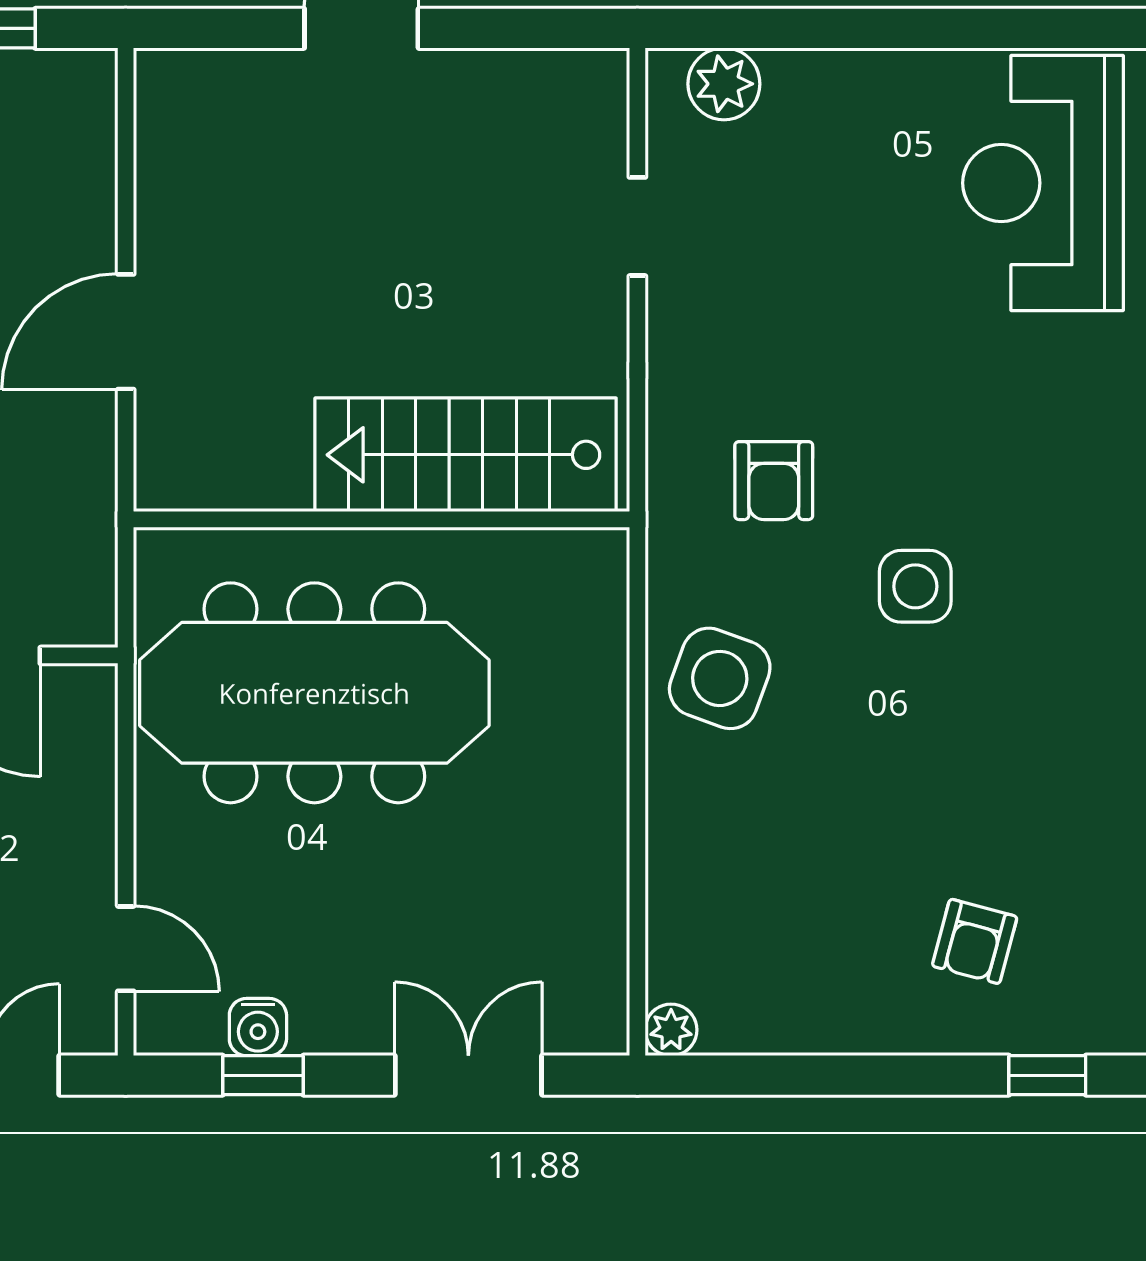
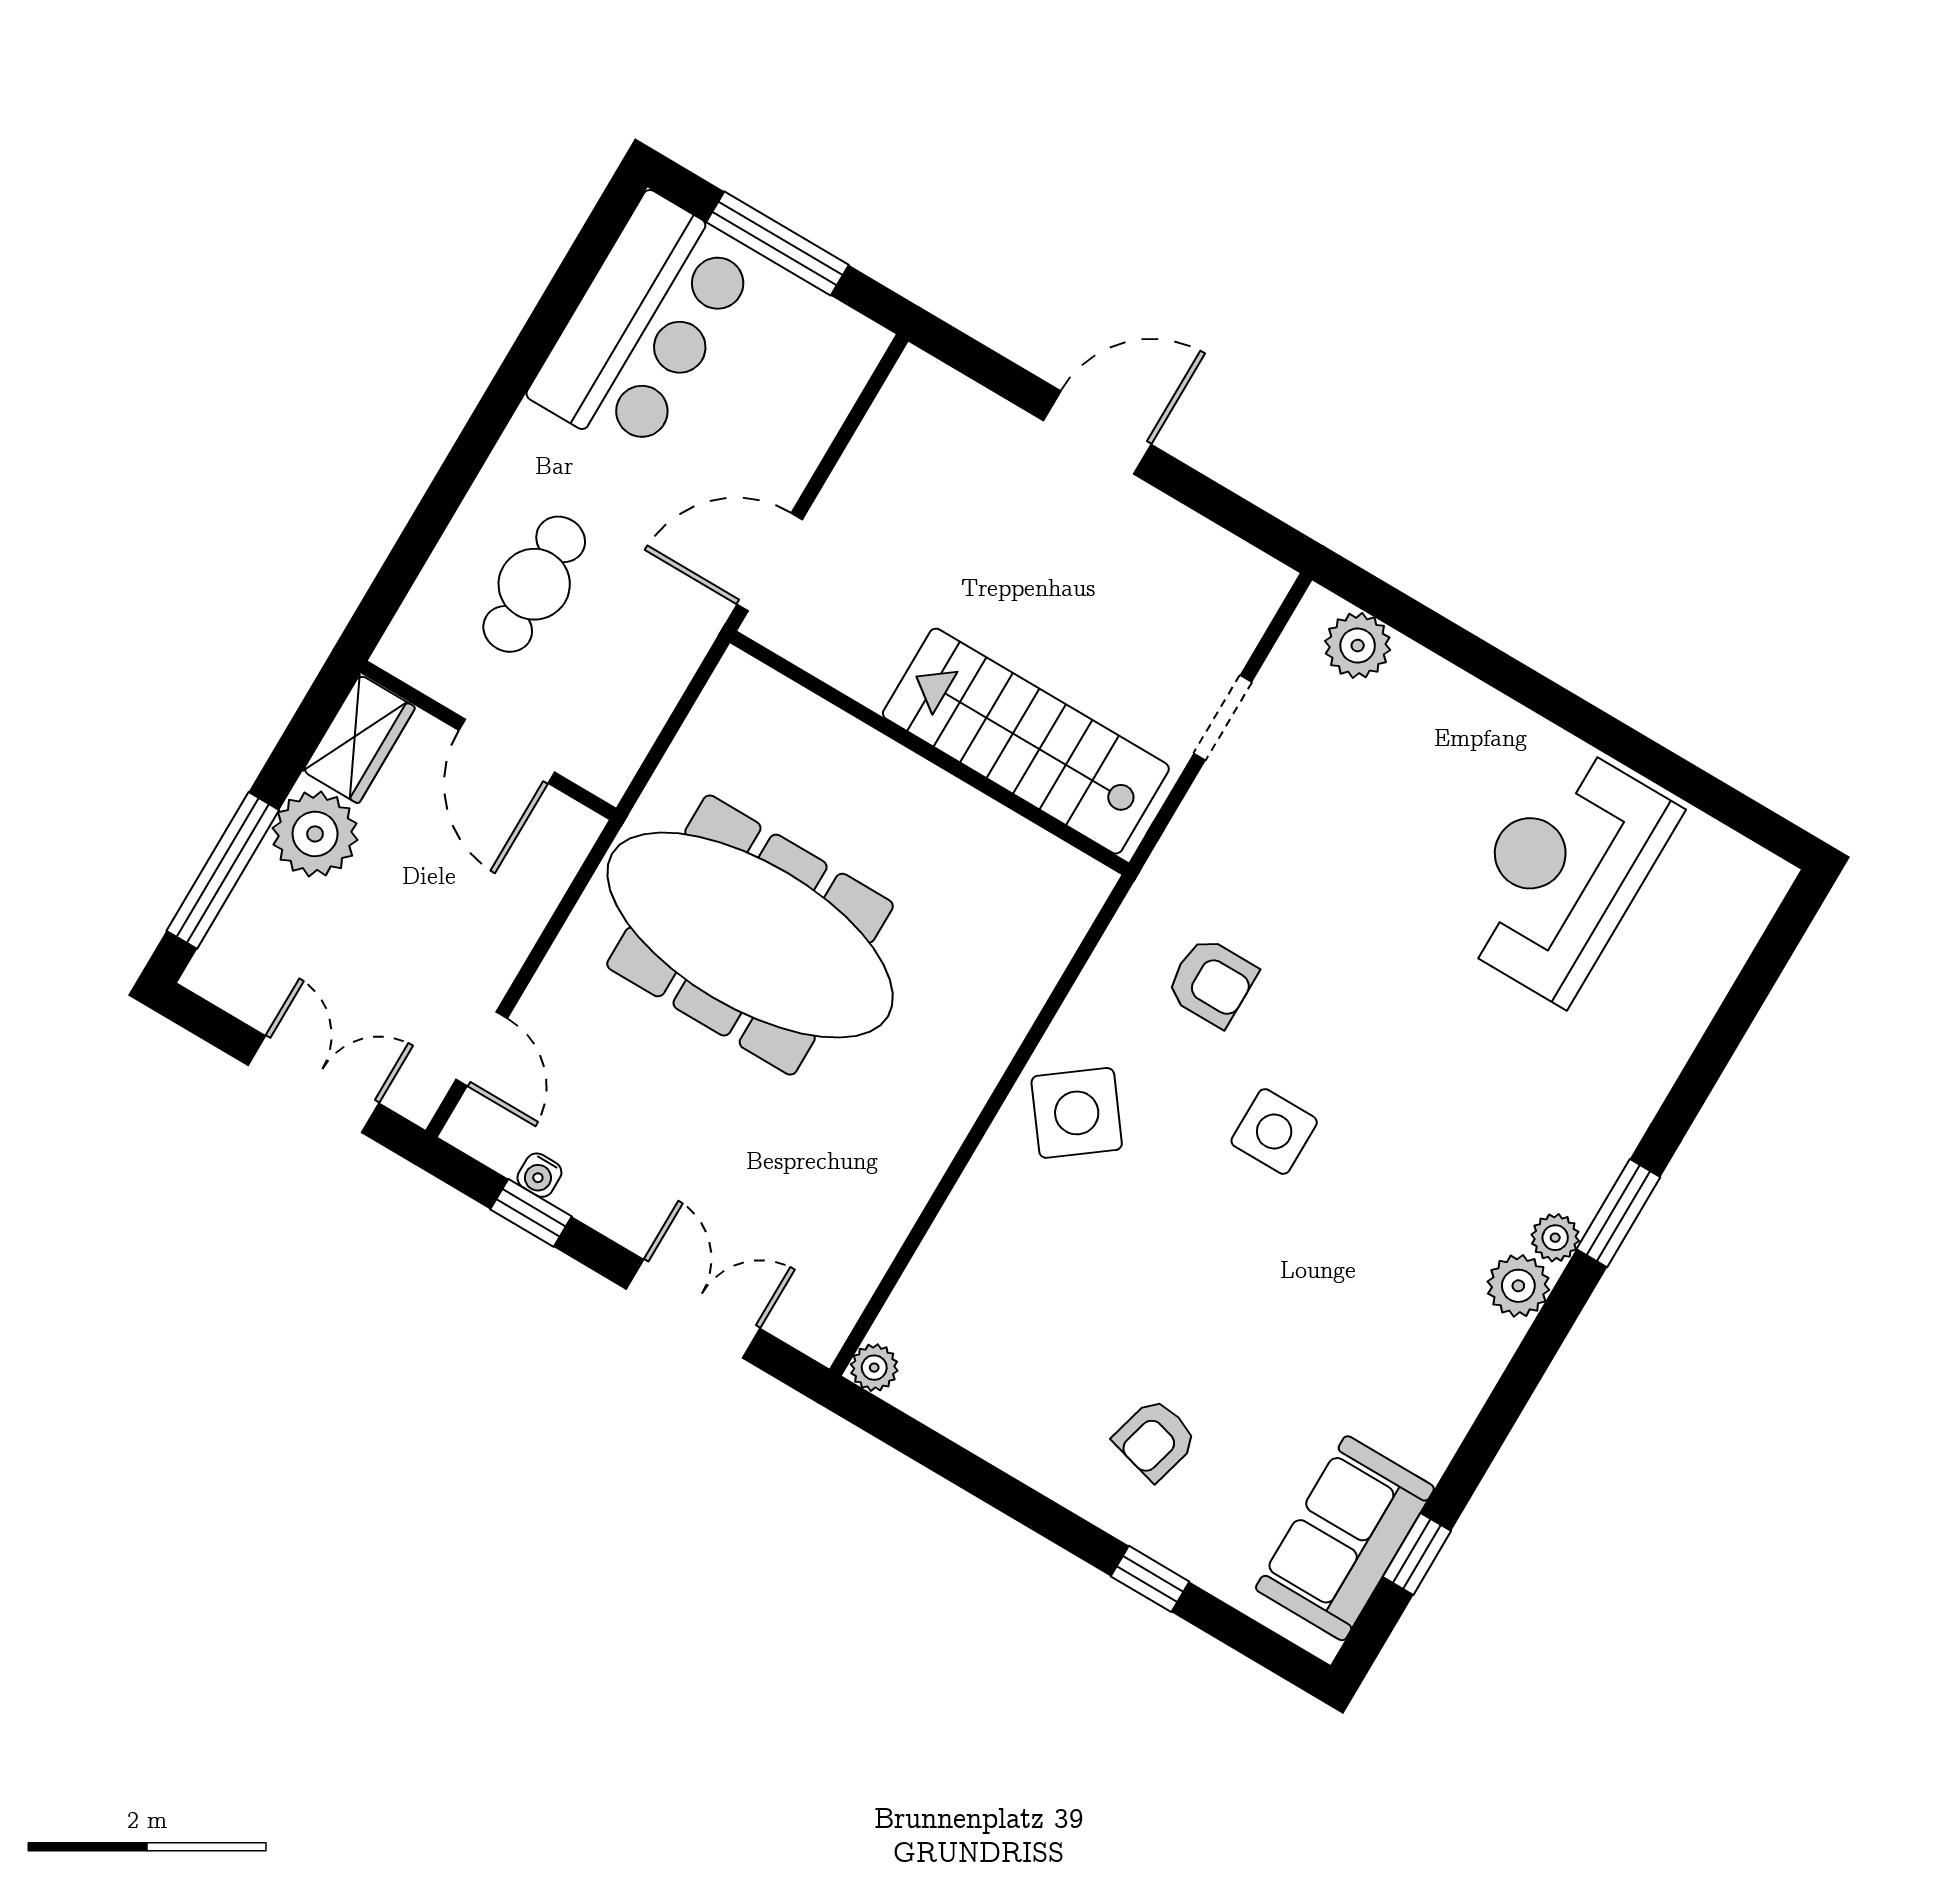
stairs: (466, 455) -> (1026, 741), moved
armchair: (774, 481) -> (1212, 982), turned -90
wall: (382, 519) -> (929, 753), moved
side table: (720, 678) -> (1077, 1113), turned 33
water cooler: (258, 1027) -> (539, 1175), width x0.72, depth x0.72

